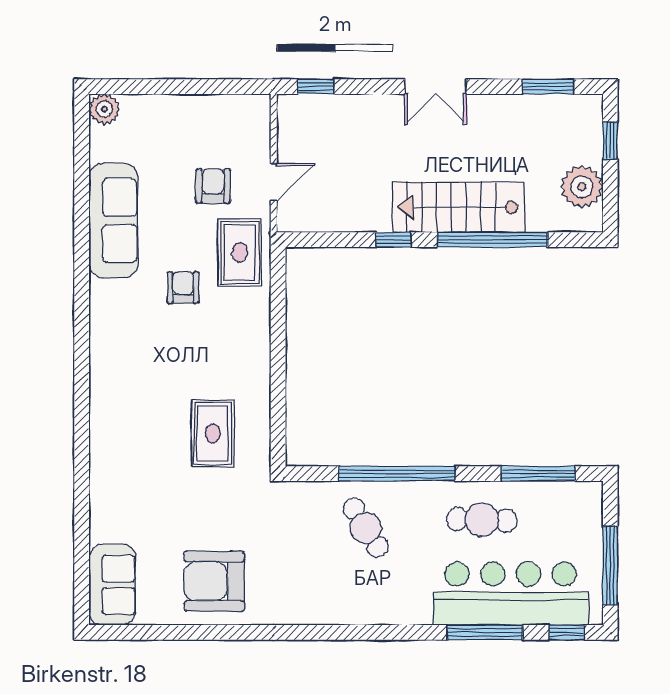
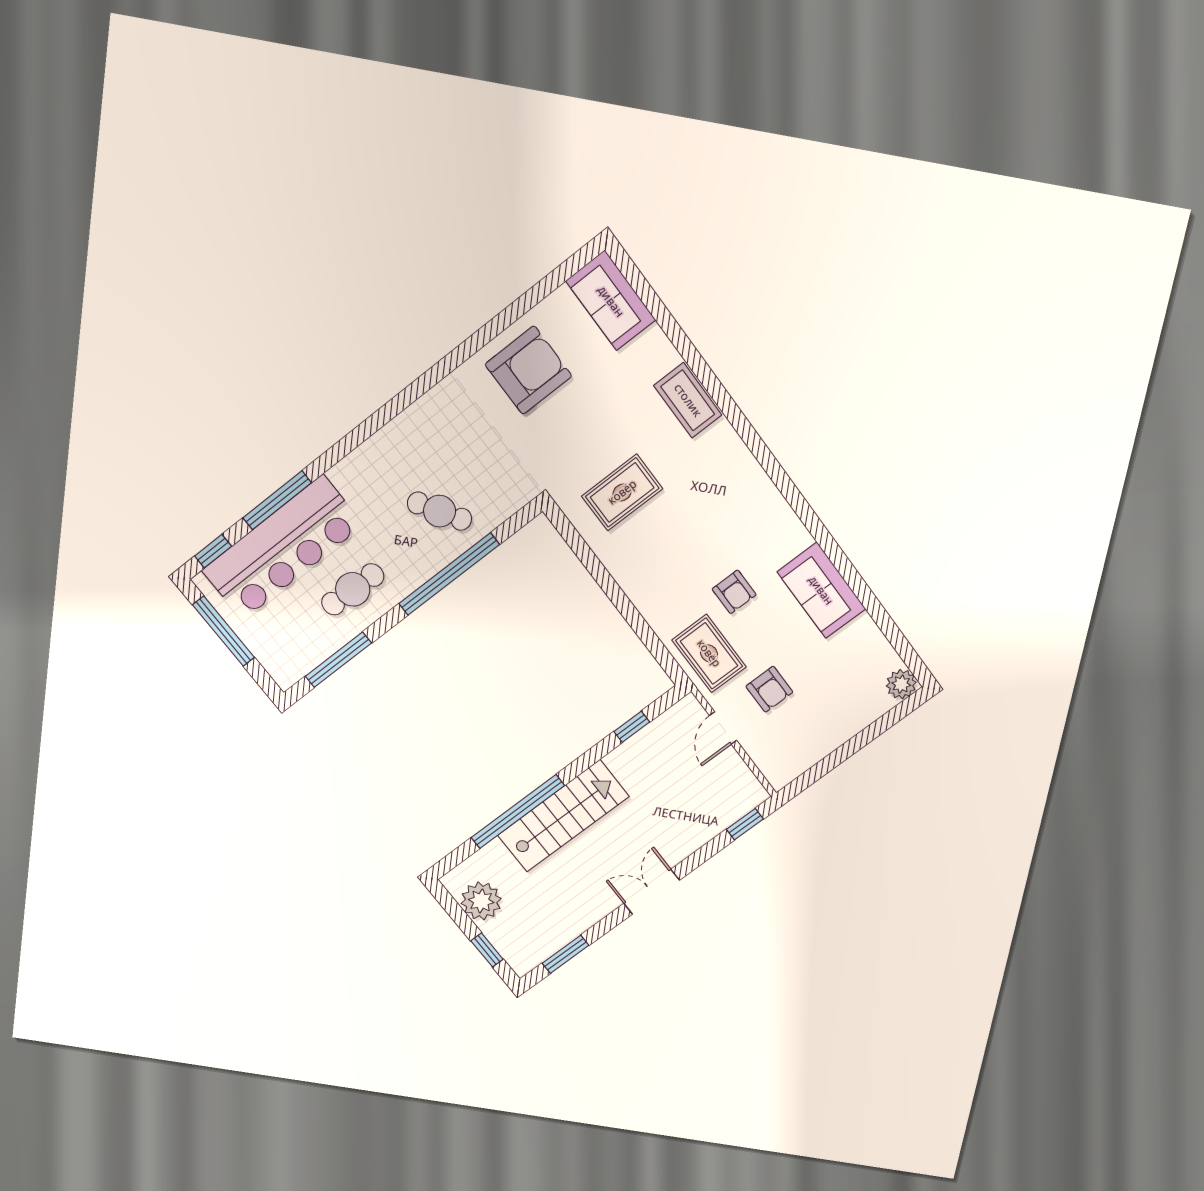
sofa: (113, 221) -> (821, 590), width x0.73
window: (393, 240) -> (632, 727), moved
rug: (213, 433) -> (622, 492), turned 90
coffee table: (109, 465) -> (688, 400), added

